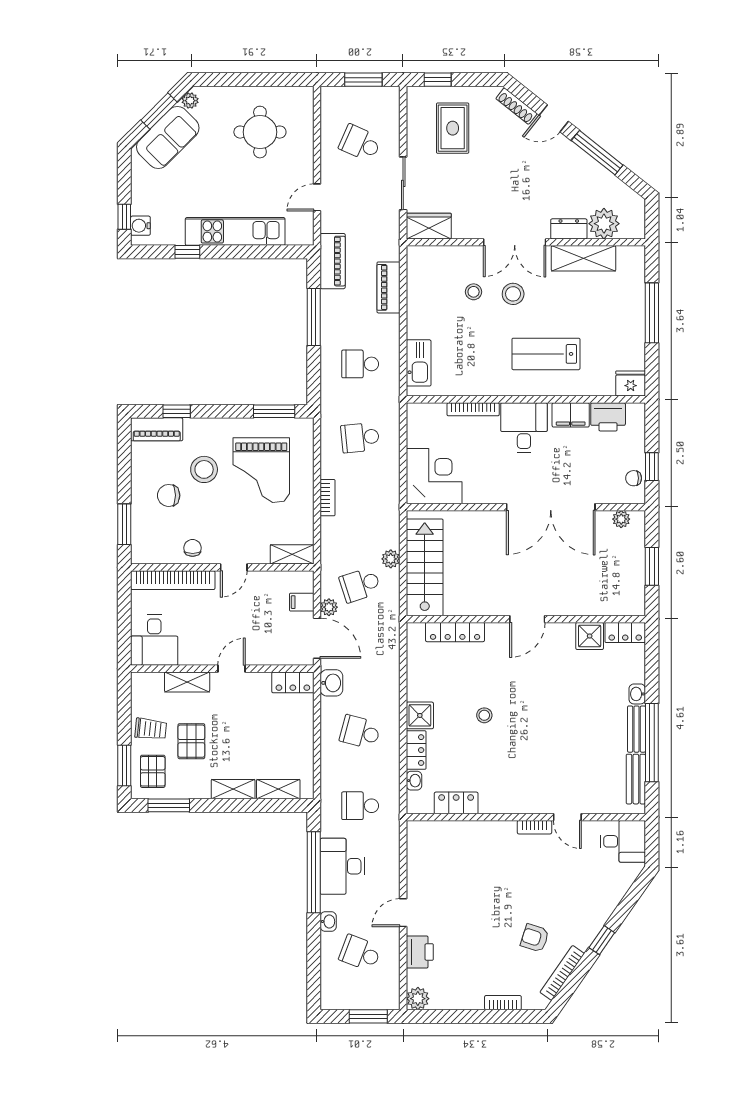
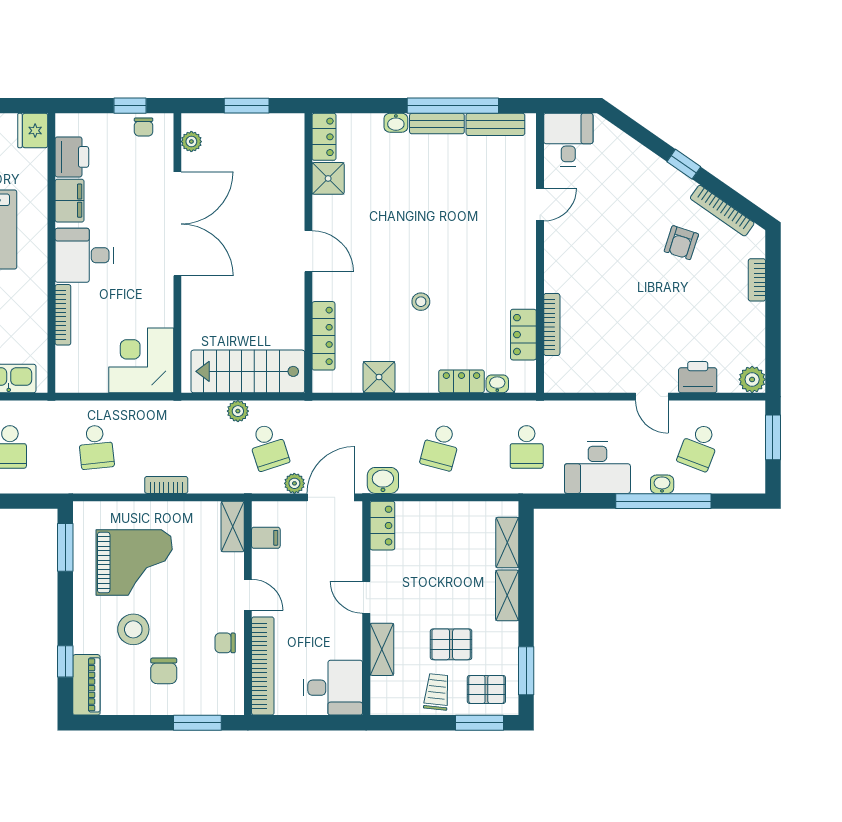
filing cabinet: (302, 602) -> (266, 538), moved, turned -90
shower: (420, 715) -> (379, 377), moved
bookcase: (534, 827) -> (552, 325), moved, width x1.56
window: (314, 872) -> (663, 501), moved

